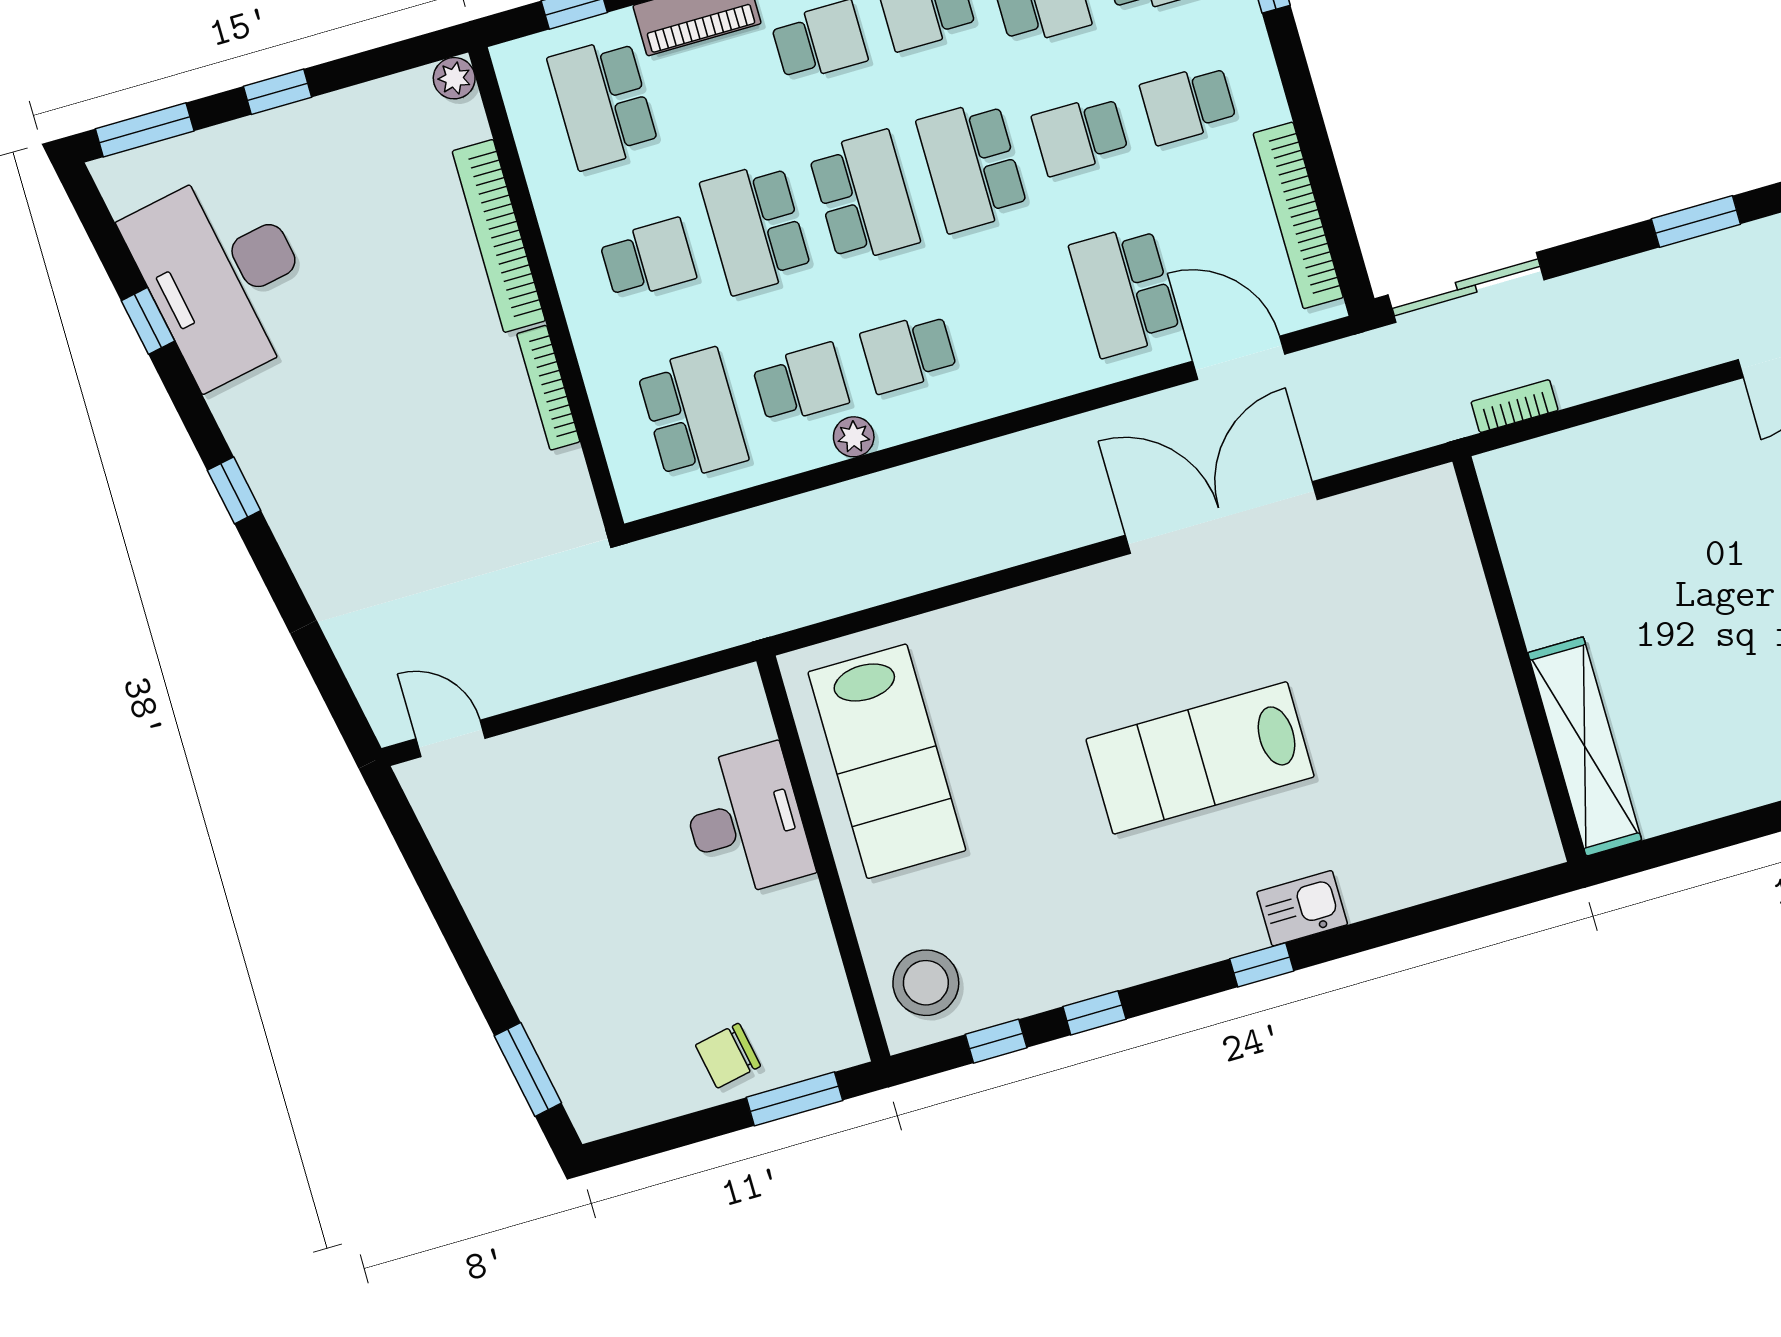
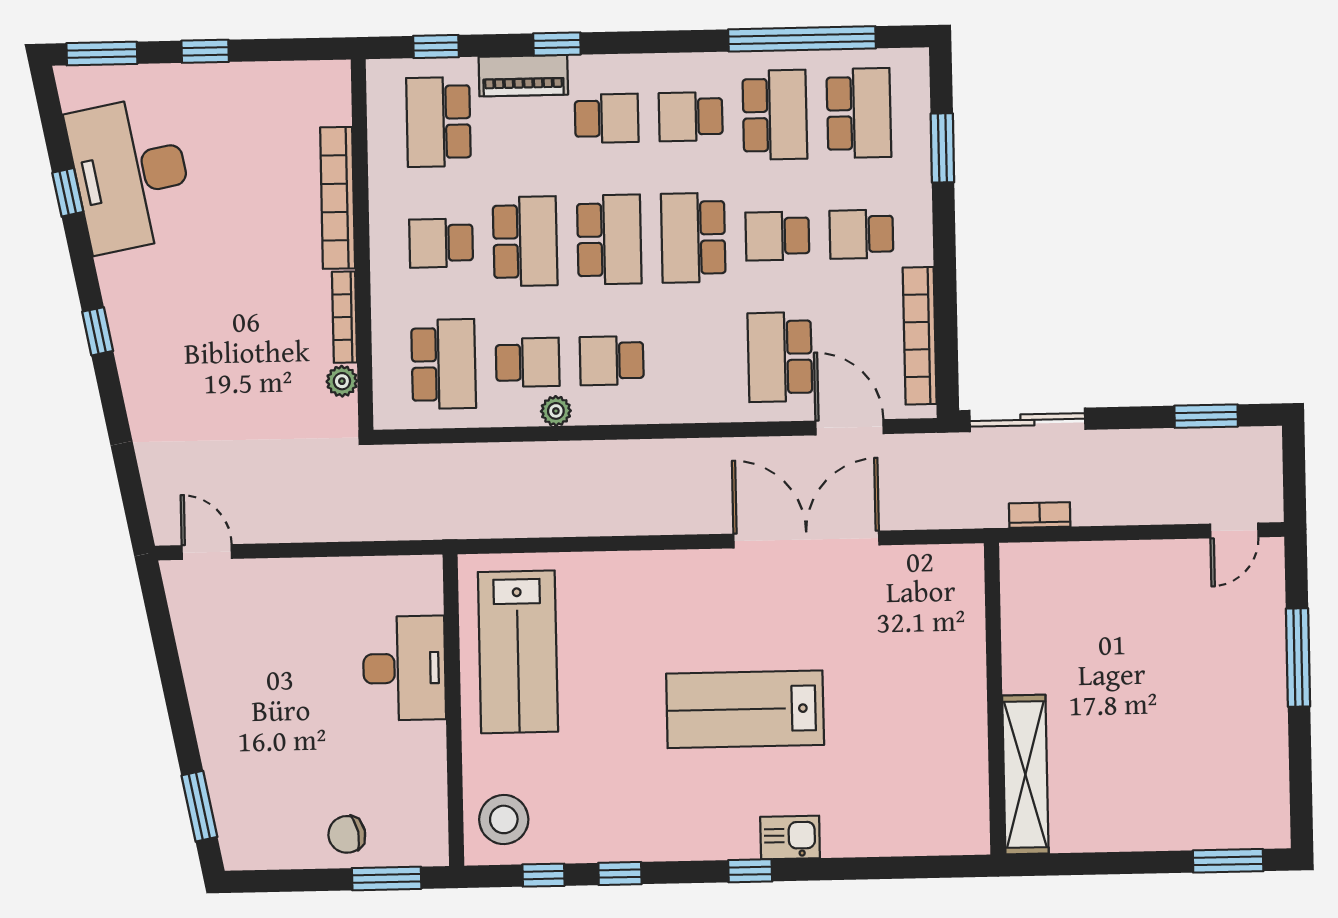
plant: (454, 78) -> (342, 381), moved
school desk: (756, 228) -> (525, 241), turned 180
school desk: (648, 259) -> (441, 243), turned 180

